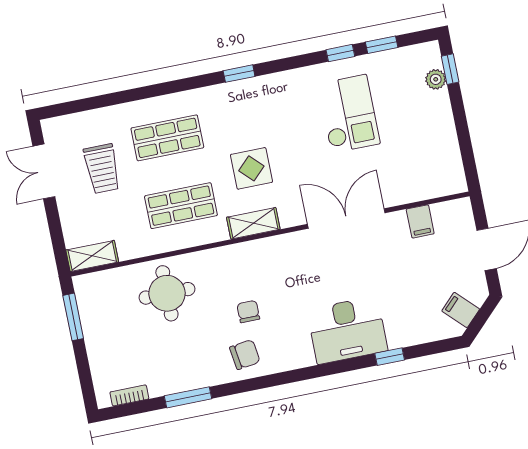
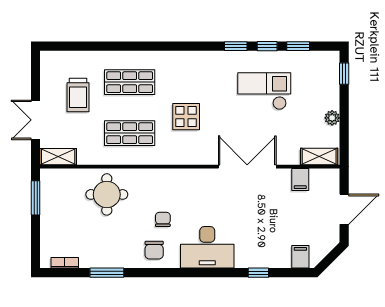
window: (239, 74) -> (236, 46), moved
plant: (436, 79) -> (332, 118), moved
checkout: (349, 114) -> (264, 91), turned -90
double door: (44, 171) -> (36, 120), moved
shelving: (253, 223) -> (319, 156), moved
filing cabinet: (461, 310) -> (300, 257), moved, turned 45
desk: (347, 330) -> (207, 247), moved
chair: (245, 355) -> (154, 250), turned 98

